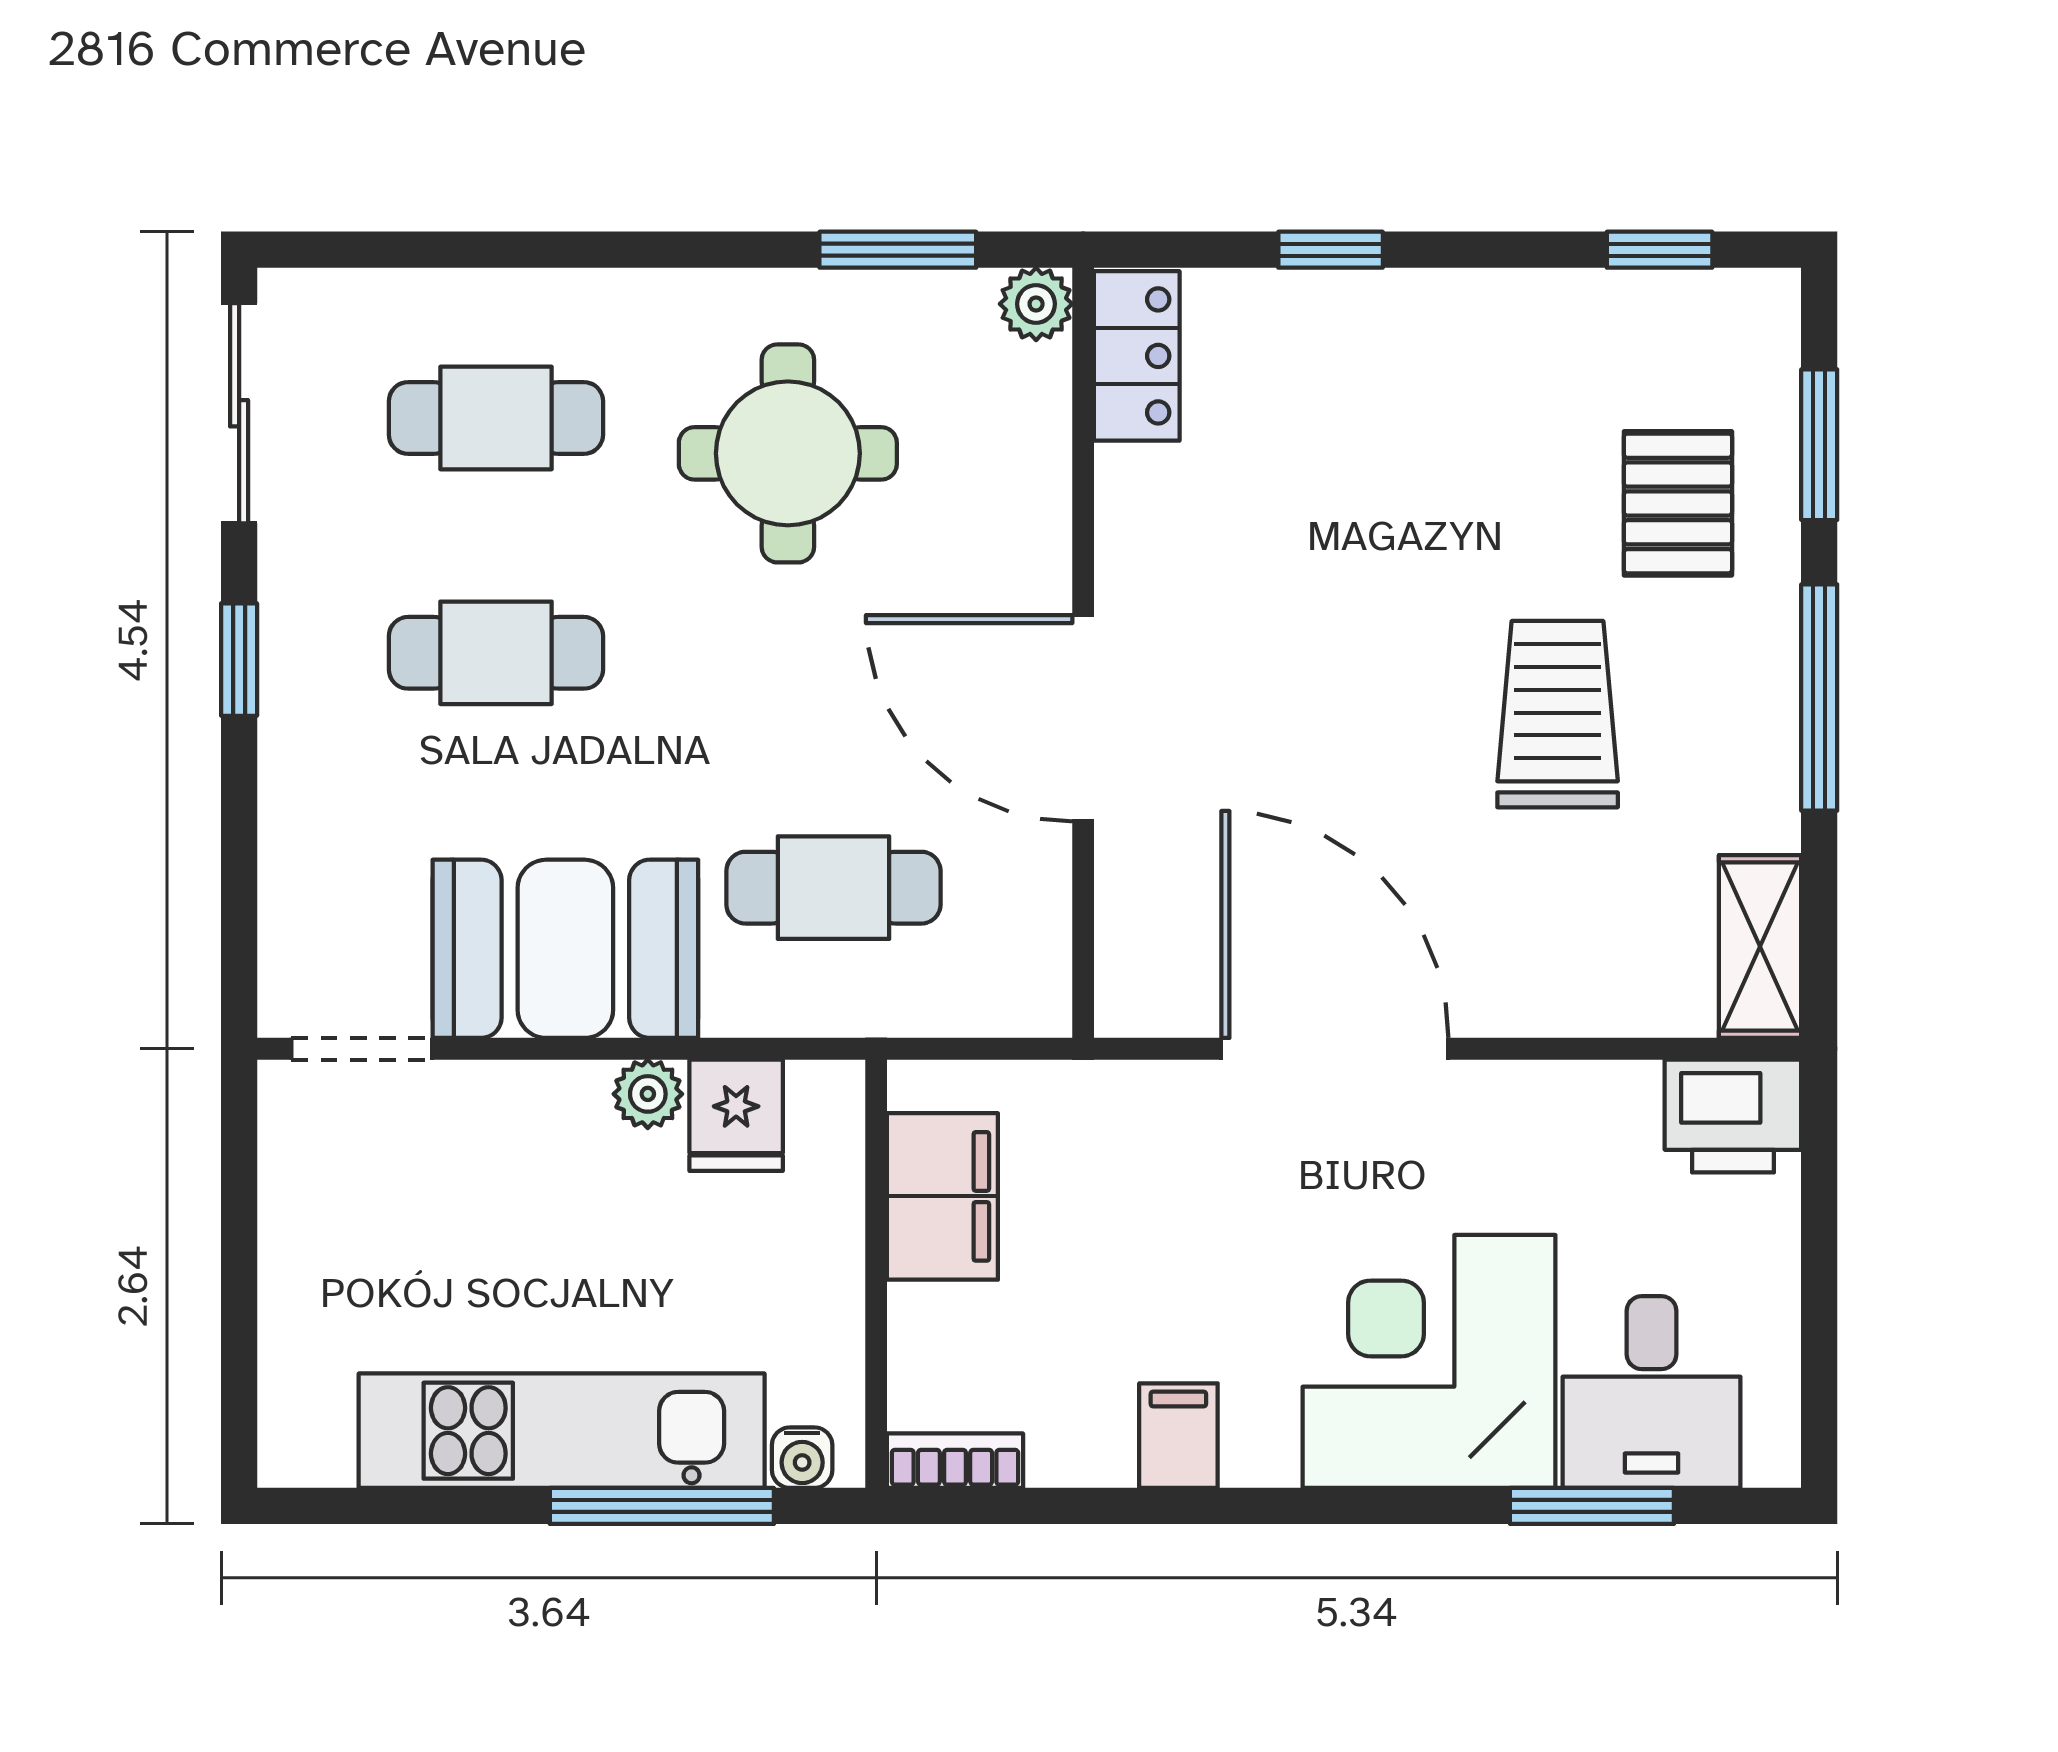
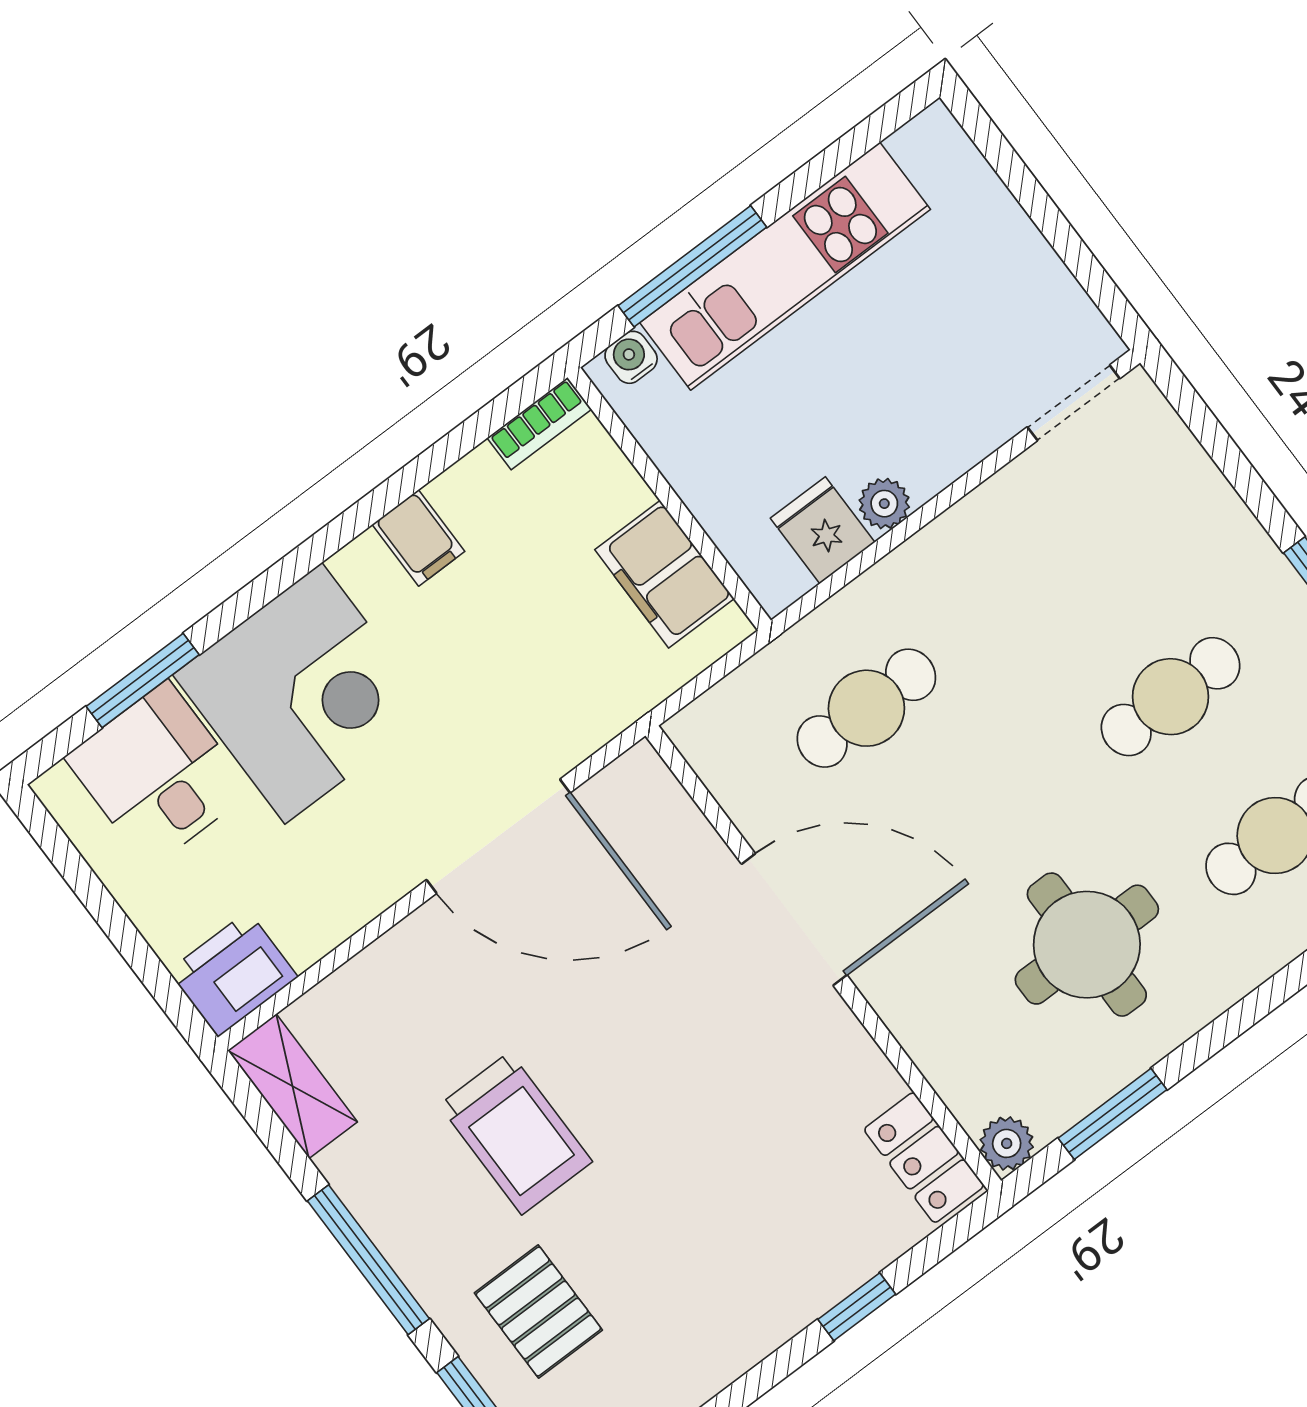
booth: (565, 949) -> (998, 553), removed

